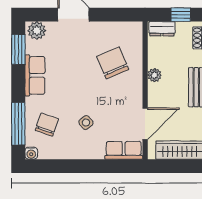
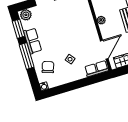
chair: (113, 63) -> (75, 20), removed
window: (18, 124) -> (27, 56), moved

